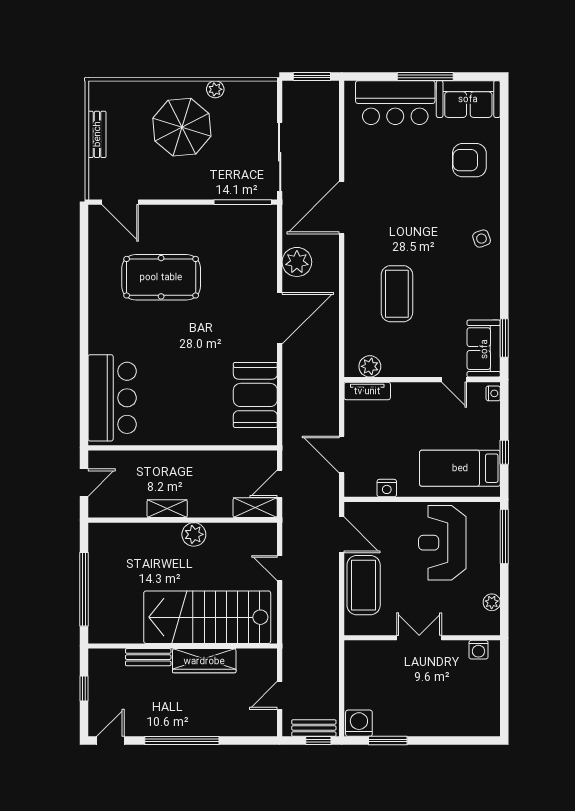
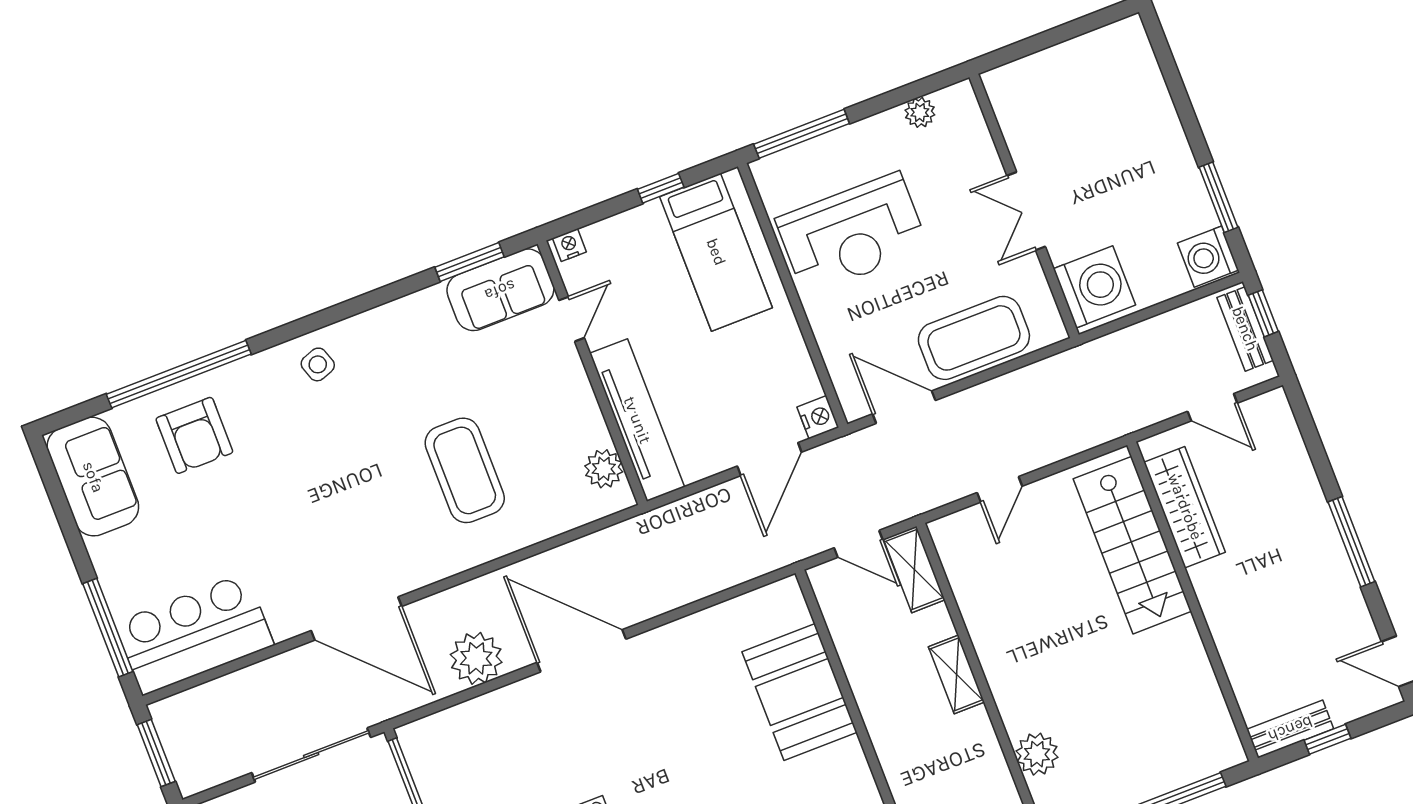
window: (425, 77) -> (108, 628), moved
bar counter: (395, 103) -> (194, 634), moved, turned -90
window: (504, 164) -> (179, 374), added
coffee table: (397, 294) -> (465, 470), turned 90
tv unit: (367, 391) -> (637, 420), width x1.92, depth x1.29
booth: (255, 395) -> (800, 692), moved, turned 90
nightstand: (387, 488) -> (818, 417), moved
shelving: (167, 509) -> (956, 674), moved
plant: (194, 534) -> (1037, 754), moved
door: (342, 535) -> (904, 407), hinge flipped
stairs: (207, 617) -> (1132, 545), width x0.73, depth x0.66
washing machine: (478, 650) -> (1094, 287), moved, width x1.89, depth x1.89
bench: (148, 657) -> (1290, 729), moved, turned 90
wardrobe: (204, 661) -> (1185, 507), moved
window: (182, 741) -> (1351, 542), width x0.68

